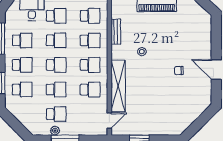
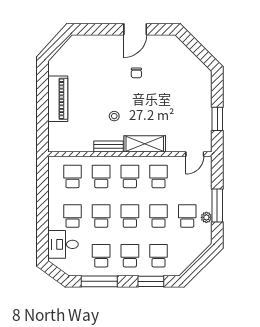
bench: (116, 32) -> (109, 146), moved
shelving: (118, 86) -> (145, 144), width x0.68
door: (109, 121) -> (195, 154), swing flipped

